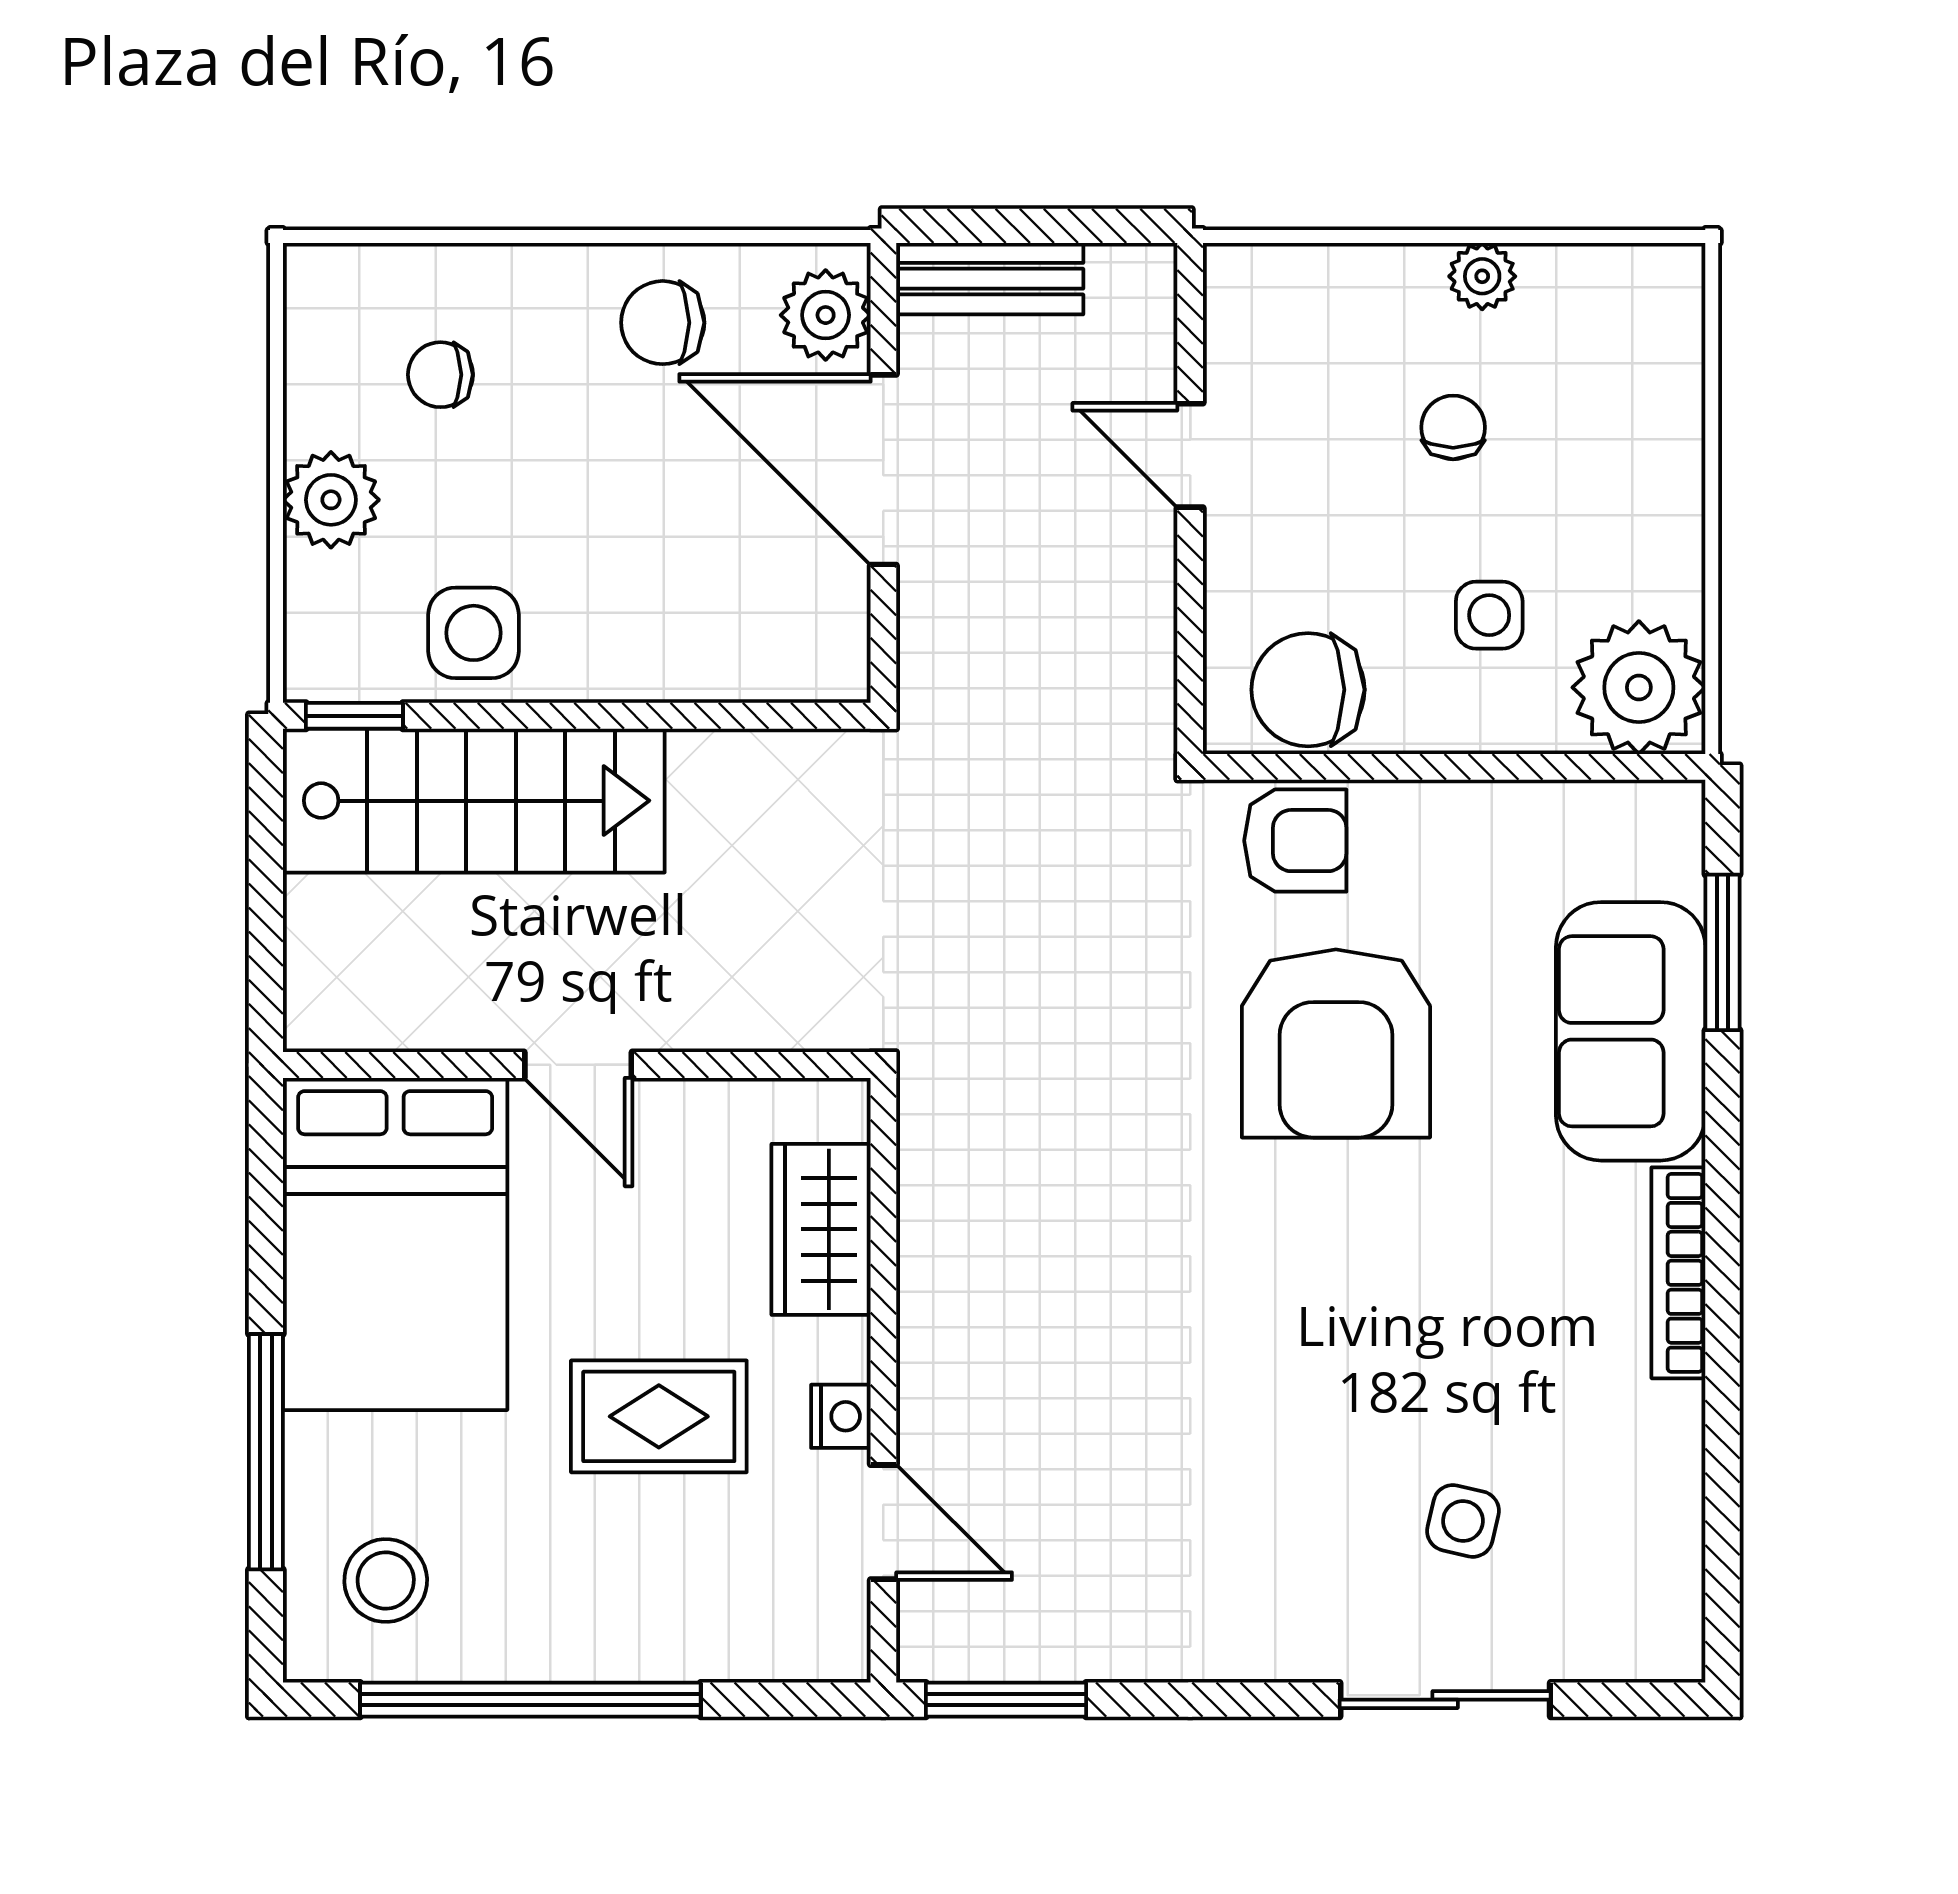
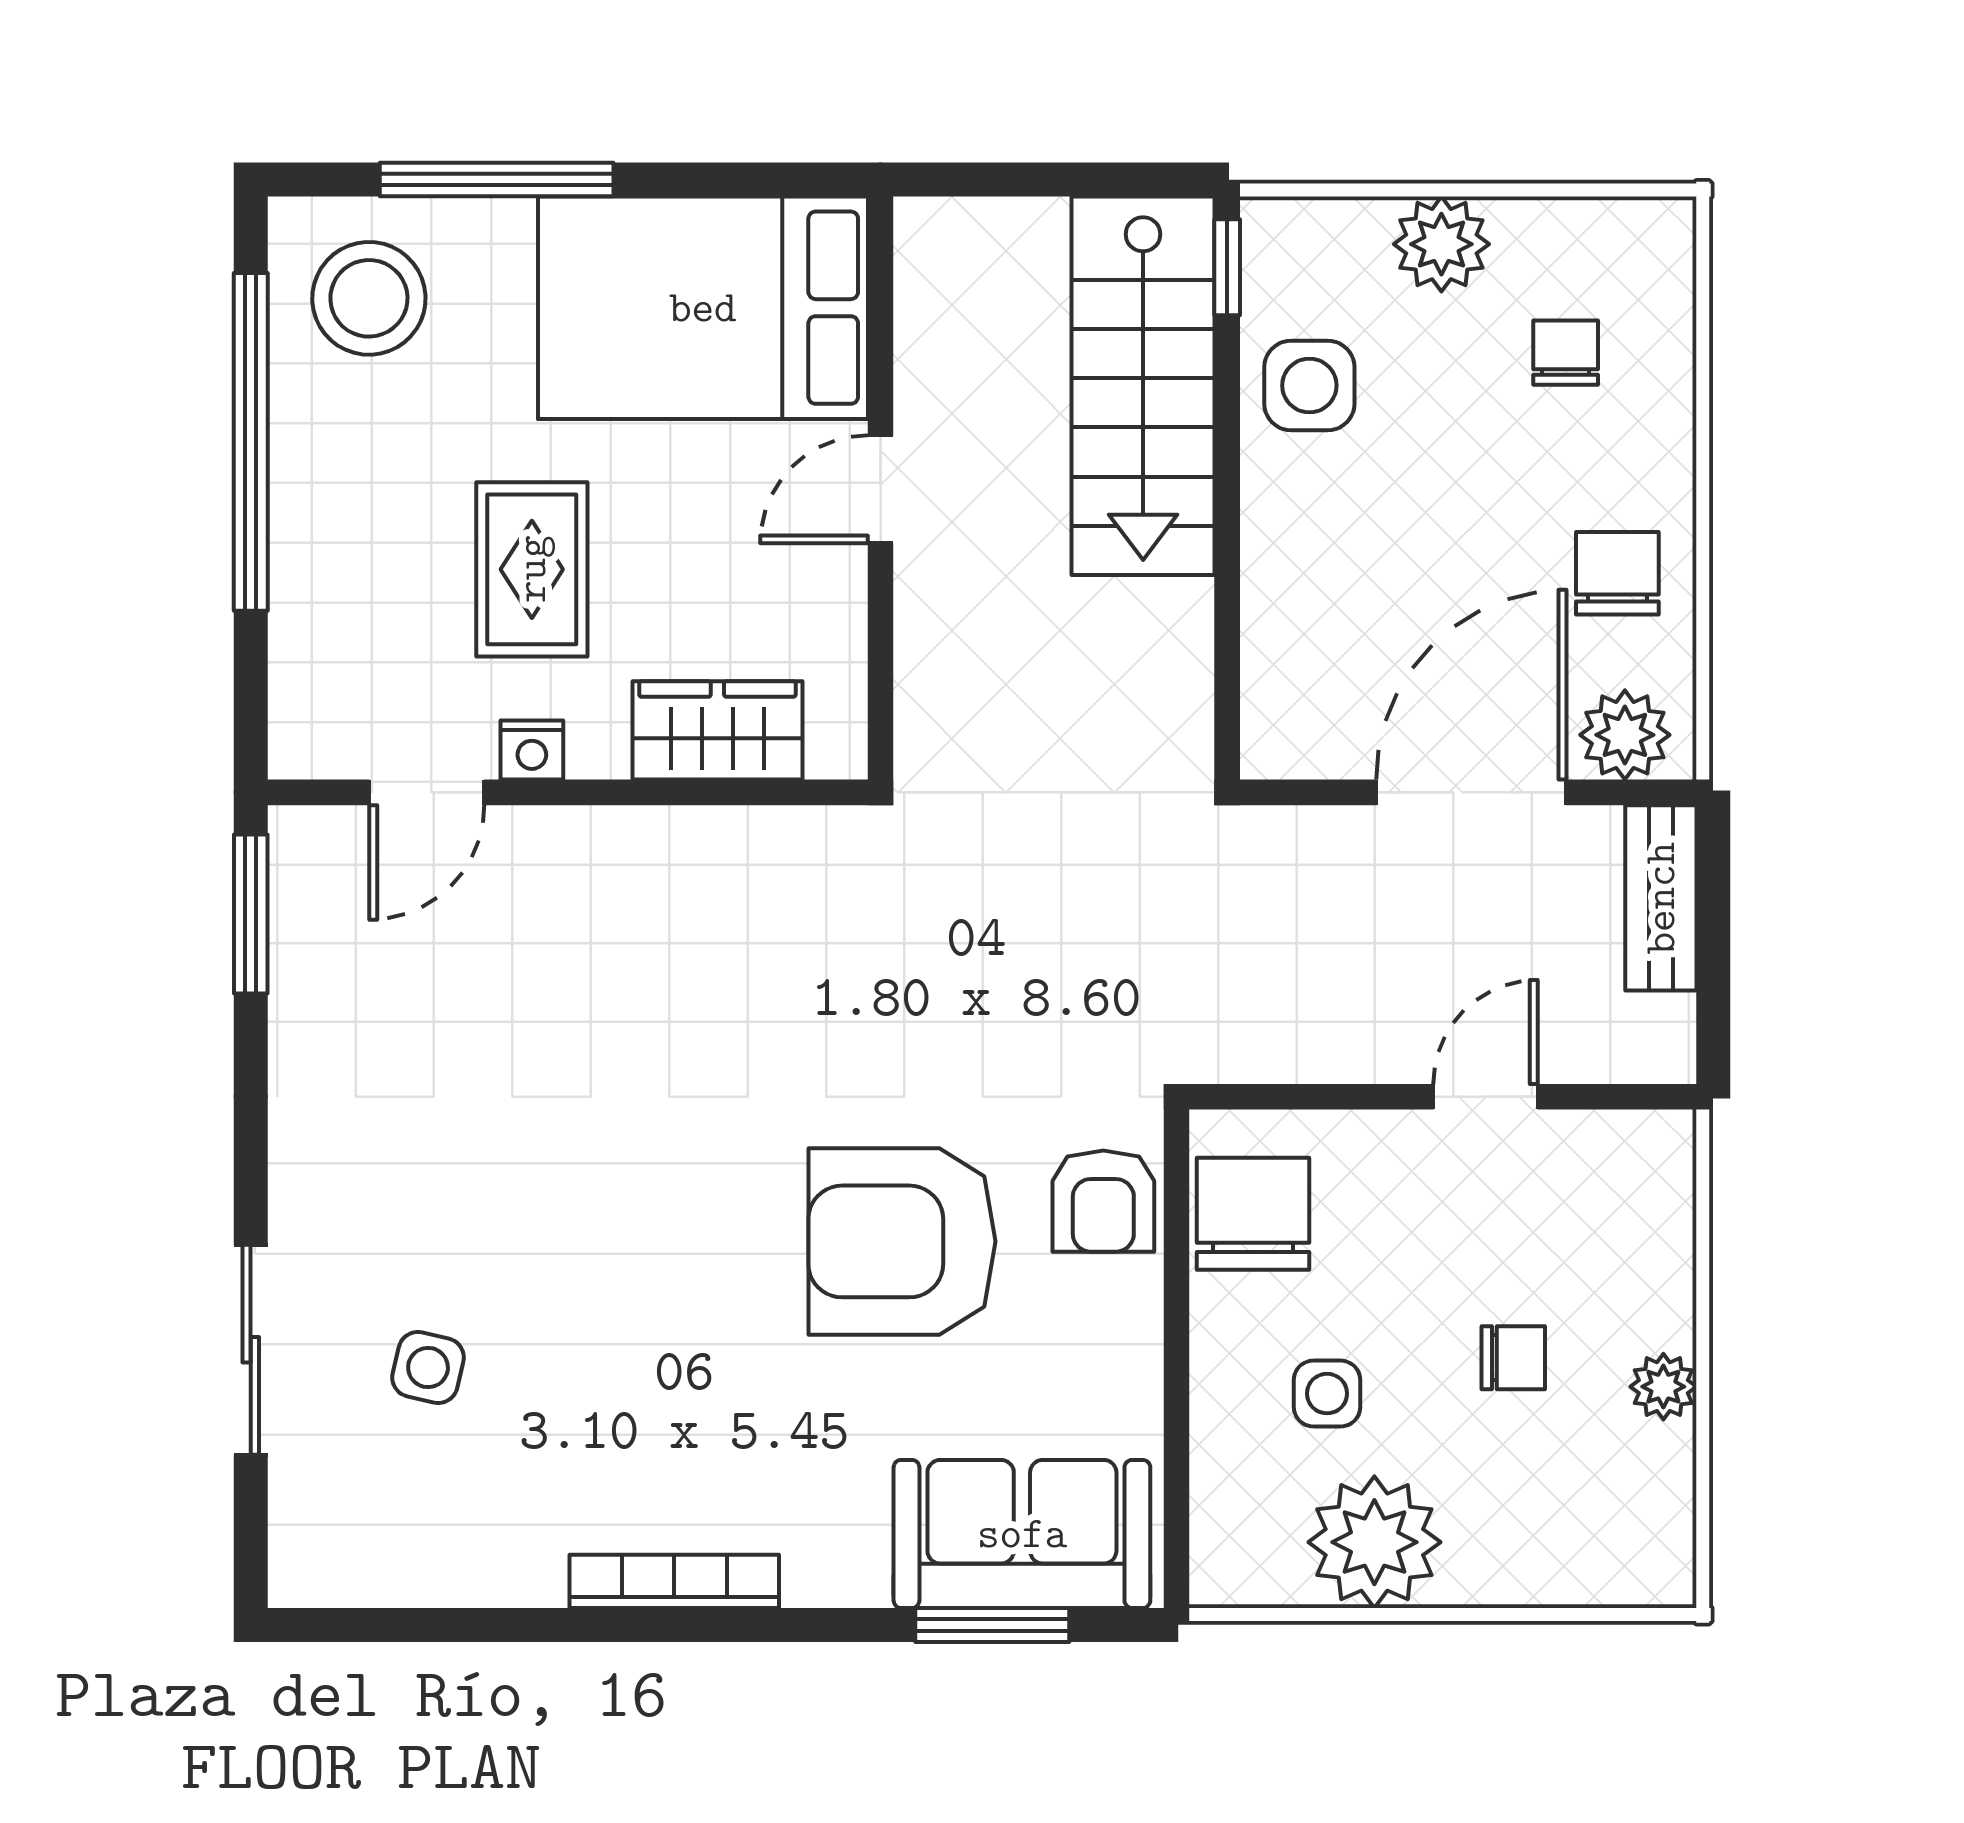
plant: (1639, 687) -> (1374, 1542), moved
sofa: (1631, 1031) -> (1022, 1534), moved
stool: (386, 1581) -> (369, 298), width x1.38, depth x1.38

